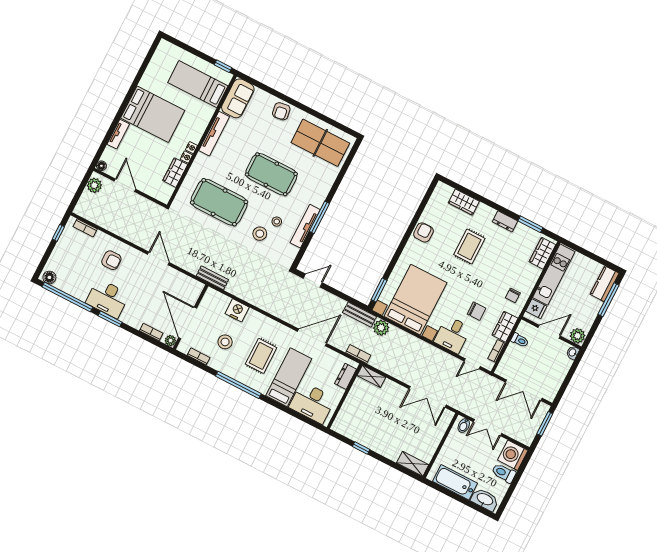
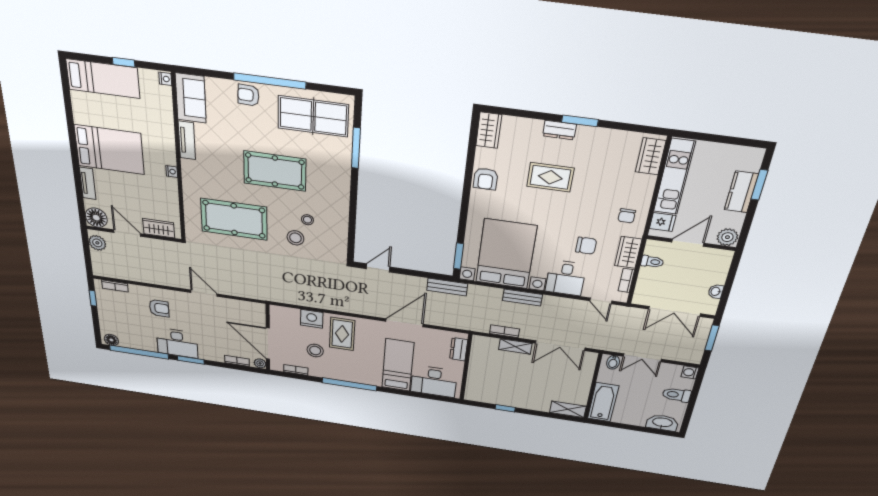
window: (223, 66) -> (124, 62), moved
bed: (198, 84) -> (103, 79), moved, turned 180
window: (302, 107) -> (270, 81), added
armchair: (281, 111) -> (248, 95), turned 101
tv unit: (214, 134) -> (187, 140), width x0.71
nightstand: (186, 157) -> (165, 79), moved
floor lamp: (101, 166) -> (96, 218), width x1.89, depth x1.89
wardrobe: (175, 173) -> (159, 228), moved, turned 90
wardrobe: (464, 202) -> (489, 130), moved, turned -90
window: (319, 217) -> (356, 148), moved
dresser: (505, 221) -> (559, 130), moved
window: (530, 224) -> (580, 121), moved
tv unit: (305, 226) -> (342, 215), removed
armchair: (423, 232) -> (486, 179), turned 180
rug: (469, 247) -> (550, 177), turned 90
bench: (212, 278) -> (522, 297), moved
kitchen counter: (605, 284) -> (741, 192), moved
window: (609, 300) -> (759, 185), width x0.69
plant: (381, 328) -> (478, 293), removed
washbasin: (573, 353) -> (716, 291), moved
bookcase: (358, 354) -> (504, 331), moved
rug: (261, 356) -> (342, 334), moved
door: (472, 364) -> (601, 301), hinge flipped
shelving: (371, 376) -> (515, 346), moved
washing machine: (513, 455) -> (690, 372), width x0.53, depth x0.53
bathtub: (455, 482) -> (603, 402), moved, turned 90

